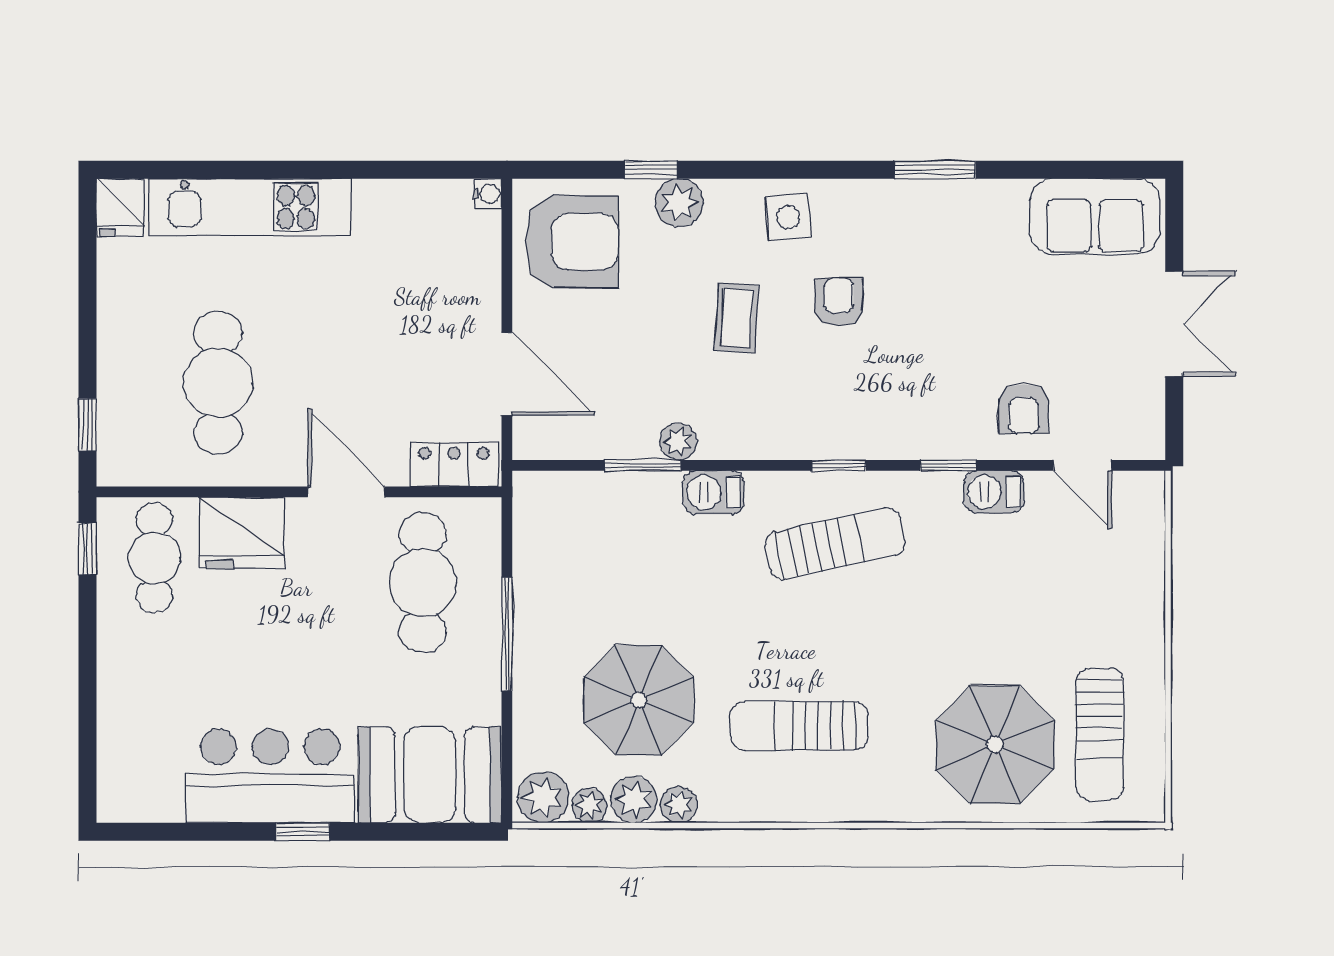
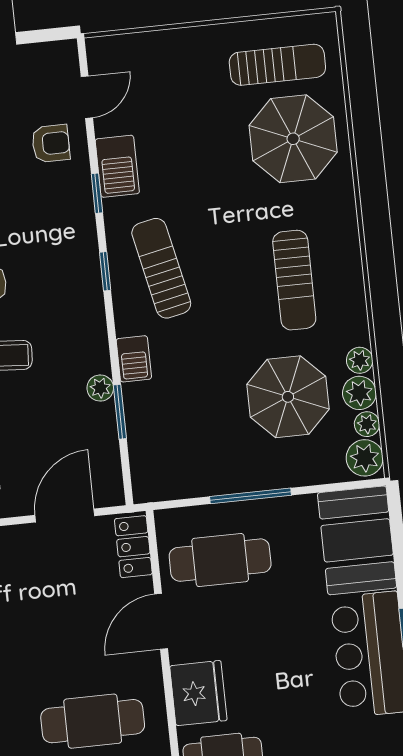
barbecue: (994, 492) -> (117, 166), width x1.38, depth x1.27

